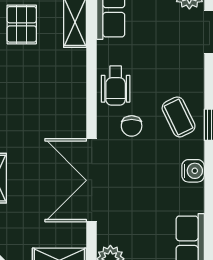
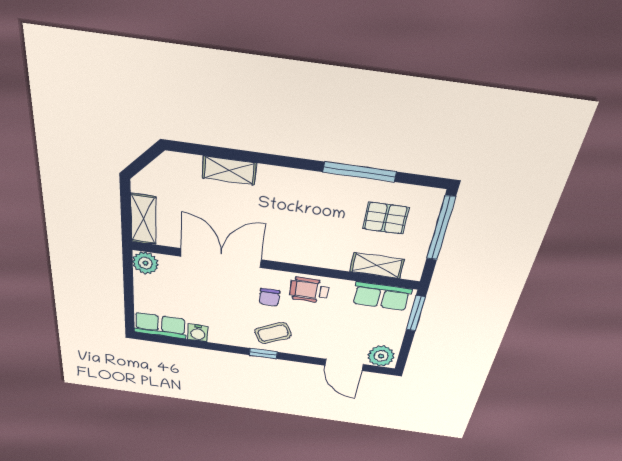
chair: (132, 126) -> (269, 297), turned -90
water cooler: (193, 171) -> (198, 333), moved

